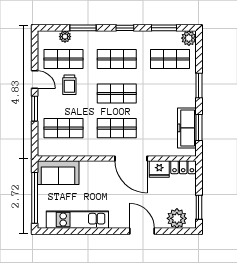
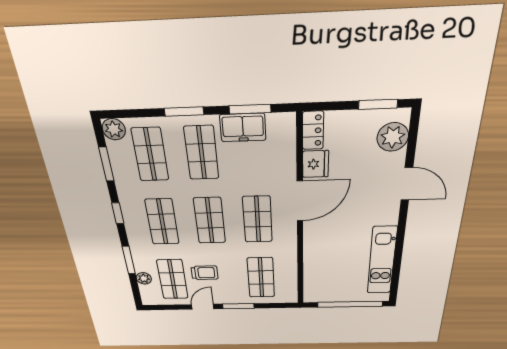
shop shelf: (170, 94) -> (202, 153), added
freezer: (187, 128) -> (243, 127), width x0.71
sofa: (58, 173) -> (319, 282), removed
door: (142, 231) -> (407, 184), swing flipped

